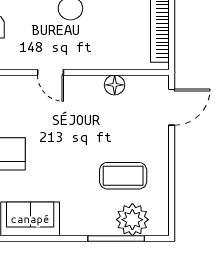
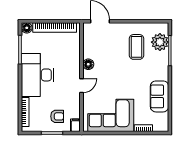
floor lamp: (115, 85) -> (88, 64), moved

